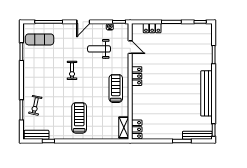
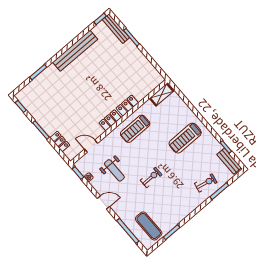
door: (130, 47) -> (91, 146), hinge flipped
locker: (137, 129) -> (127, 106), moved

